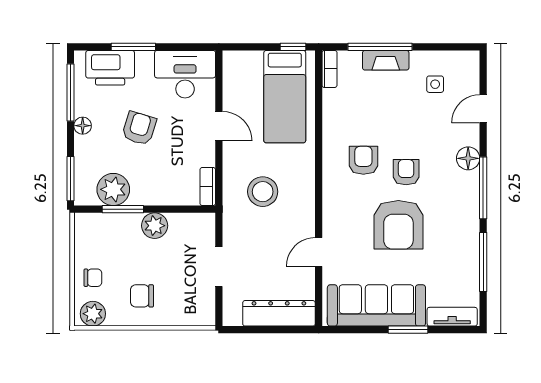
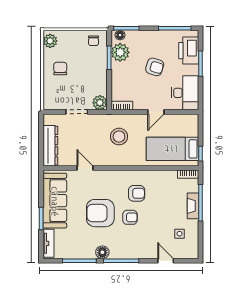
floor lamp: (83, 126) -> (120, 35), moved
floor lamp: (468, 158) -> (102, 252), moved
plant: (155, 226) -> (100, 103), moved
chair: (93, 278) -> (94, 41), moved

